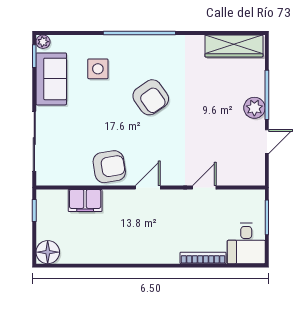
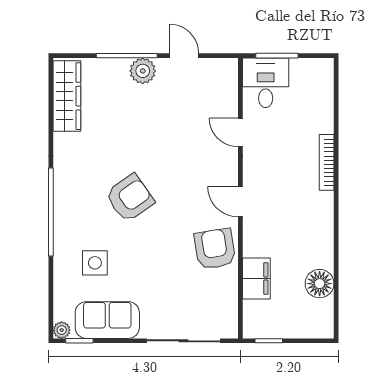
desk: (246, 243) -> (266, 83), moved, turned -90
floor lamp: (48, 252) -> (320, 284), moved
bookcase: (203, 258) -> (327, 162), moved

